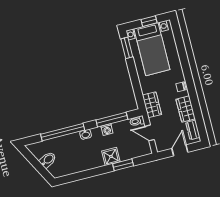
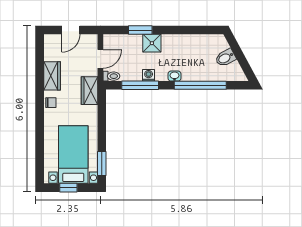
dresser: (193, 130) -> (50, 50), removed
door: (150, 133) -> (100, 59), hinge flipped

